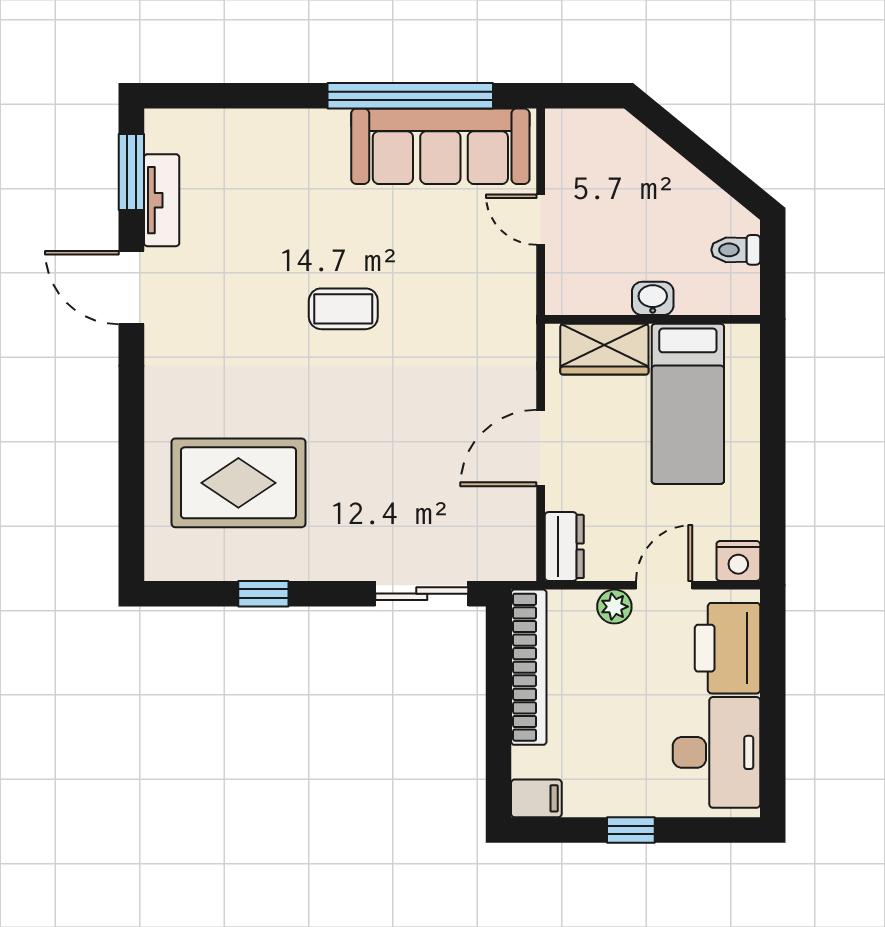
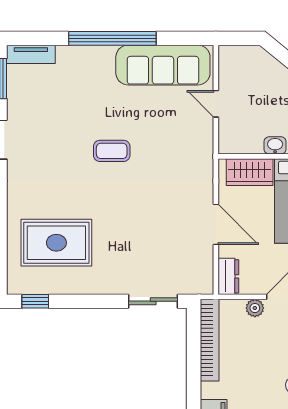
window: (410, 96) -> (112, 38), moved
tv unit: (162, 200) -> (31, 54), moved, turned 90
door: (541, 448) -> (216, 224), swing flipped
window: (263, 594) -> (35, 301), moved

